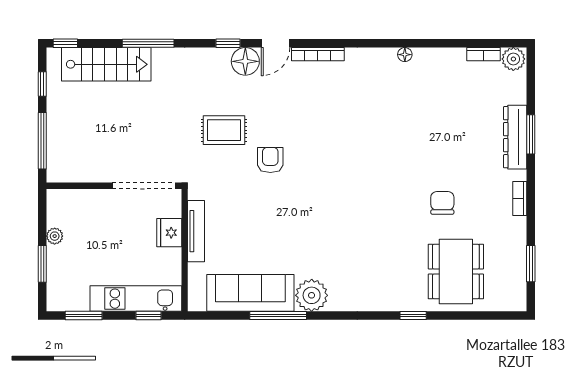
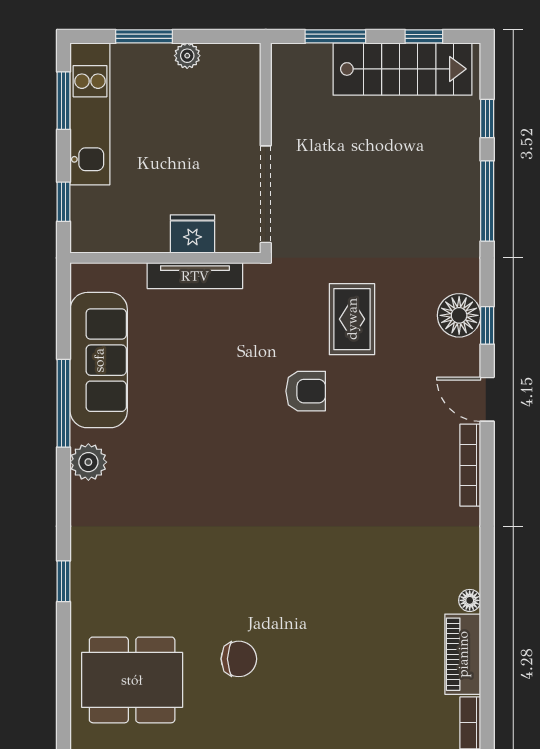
window: (65, 43) -> (487, 118), moved
piano: (439, 59) -> (463, 654), added
floor lamp: (245, 61) -> (459, 315), moved
stairs: (106, 64) -> (402, 69), moved, turned -90
window: (42, 141) -> (335, 36), width x0.69
plant: (312, 295) -> (88, 462), width x0.73, depth x0.73
kitchen unit: (136, 299) -> (90, 114), moved
window: (413, 316) -> (63, 581), moved

